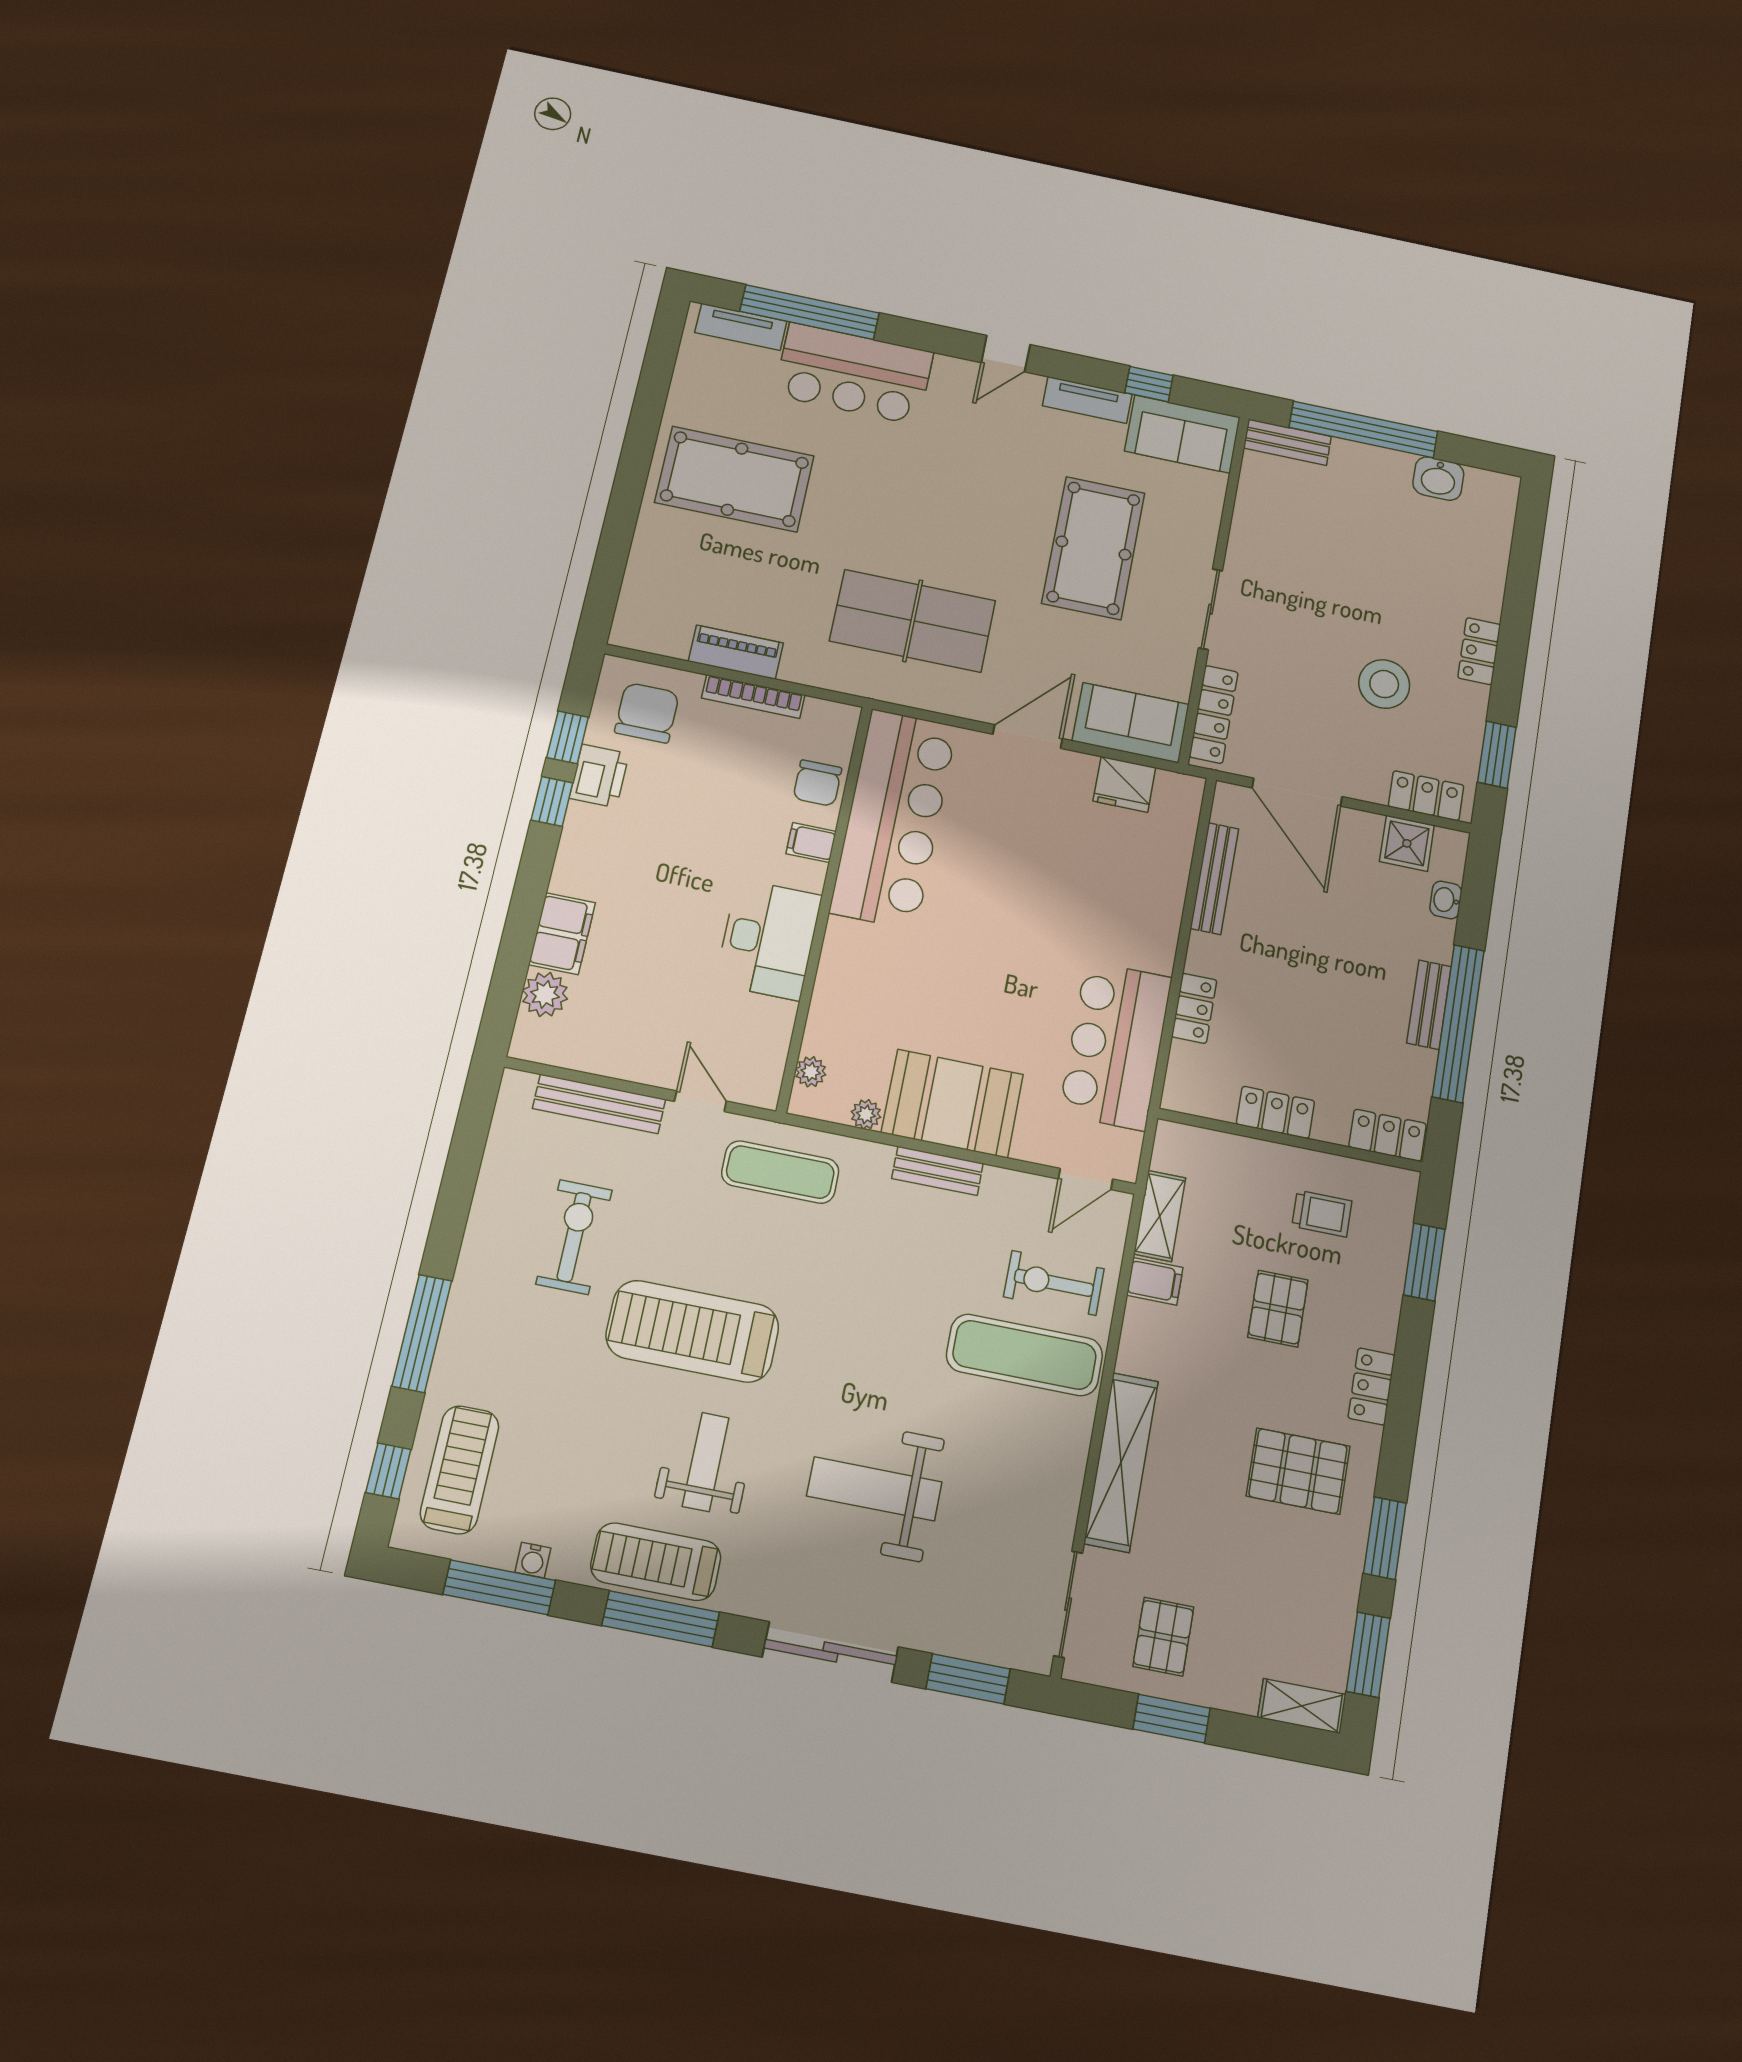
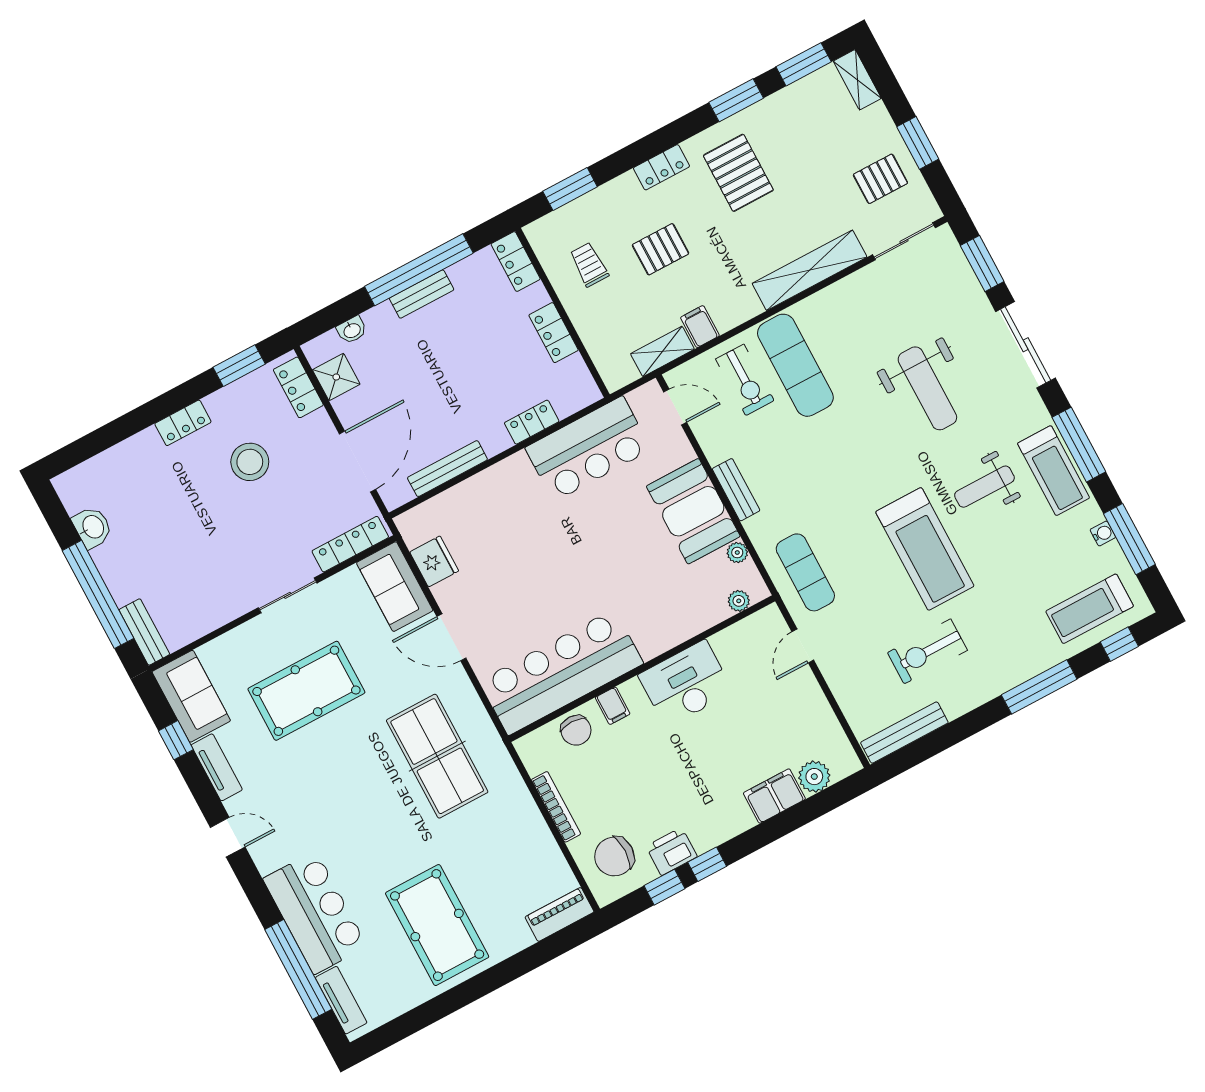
piano: (736, 652) -> (560, 914), moved, turned 90
chair: (817, 783) -> (576, 730), turned 90
bench: (599, 1104) -> (904, 733), moved, turned 90

